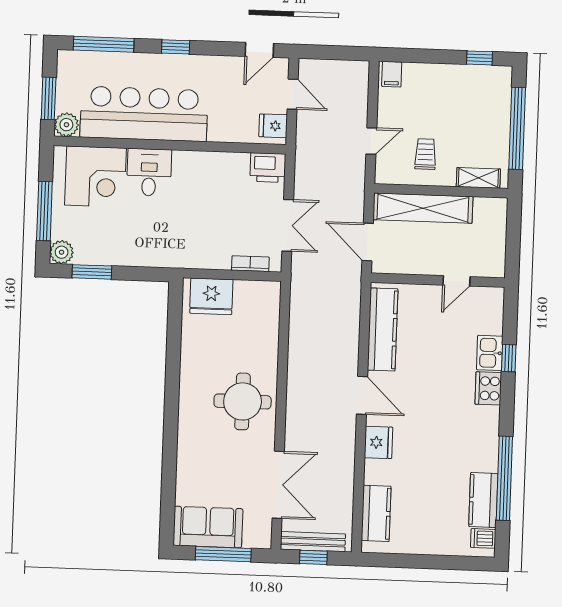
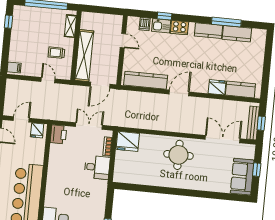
desk: (149, 172) -> (97, 167), moved, turned 180
fridge: (211, 296) -> (128, 141), moved, turned 90
fridge: (378, 442) -> (217, 87), moved
kitchen counter: (486, 445) -> (209, 31), added
window: (504, 478) -> (226, 22), width x0.68
dishwasher: (483, 538) -> (145, 24), moved
window: (223, 554) -> (257, 170), width x0.46

